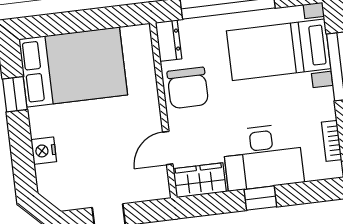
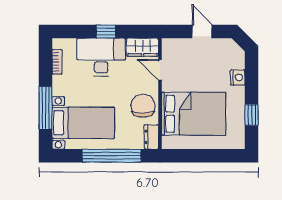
bed: (73, 67) -> (194, 114), moved, turned 180
door: (168, 148) -> (160, 70), swing flipped

